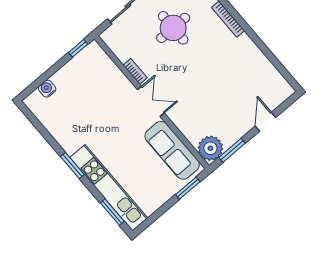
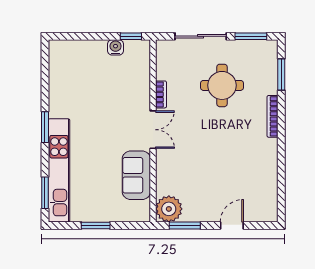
water cooler: (47, 89) -> (116, 47), moved
sofa: (172, 150) -> (136, 175), width x0.73
window: (188, 188) -> (96, 226), moved

